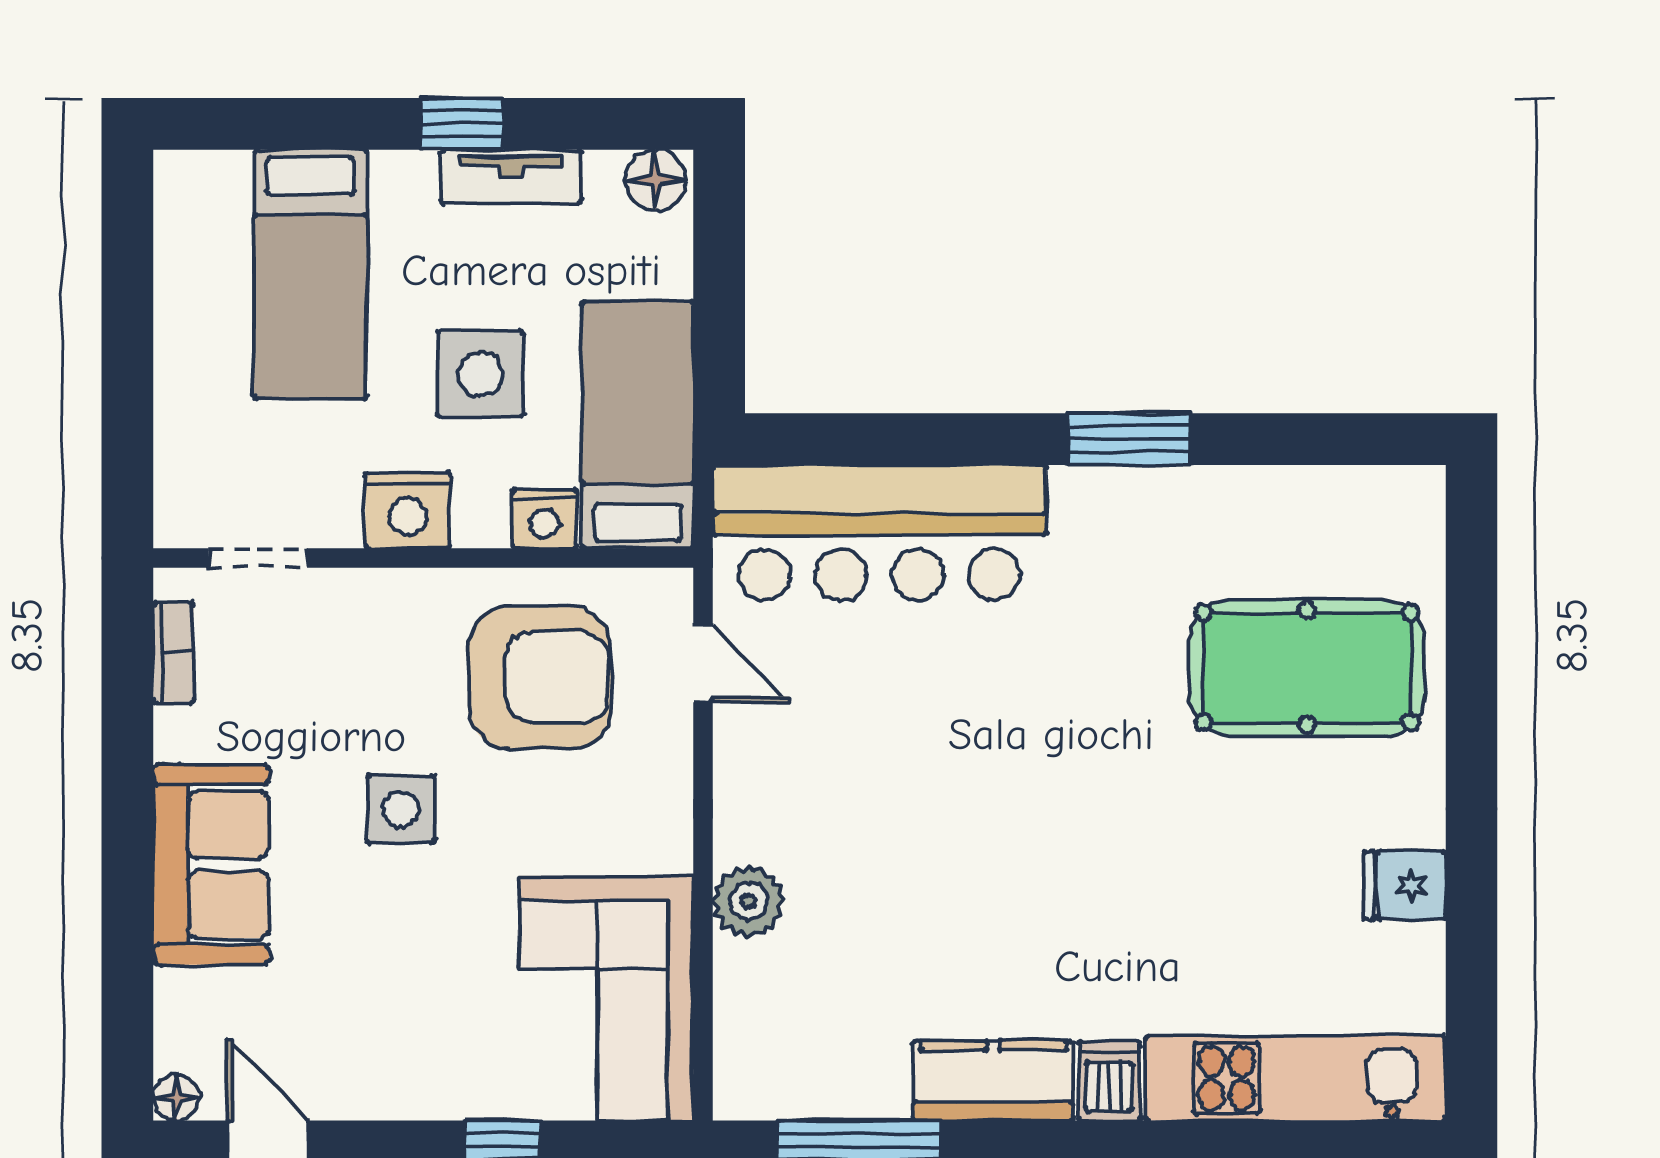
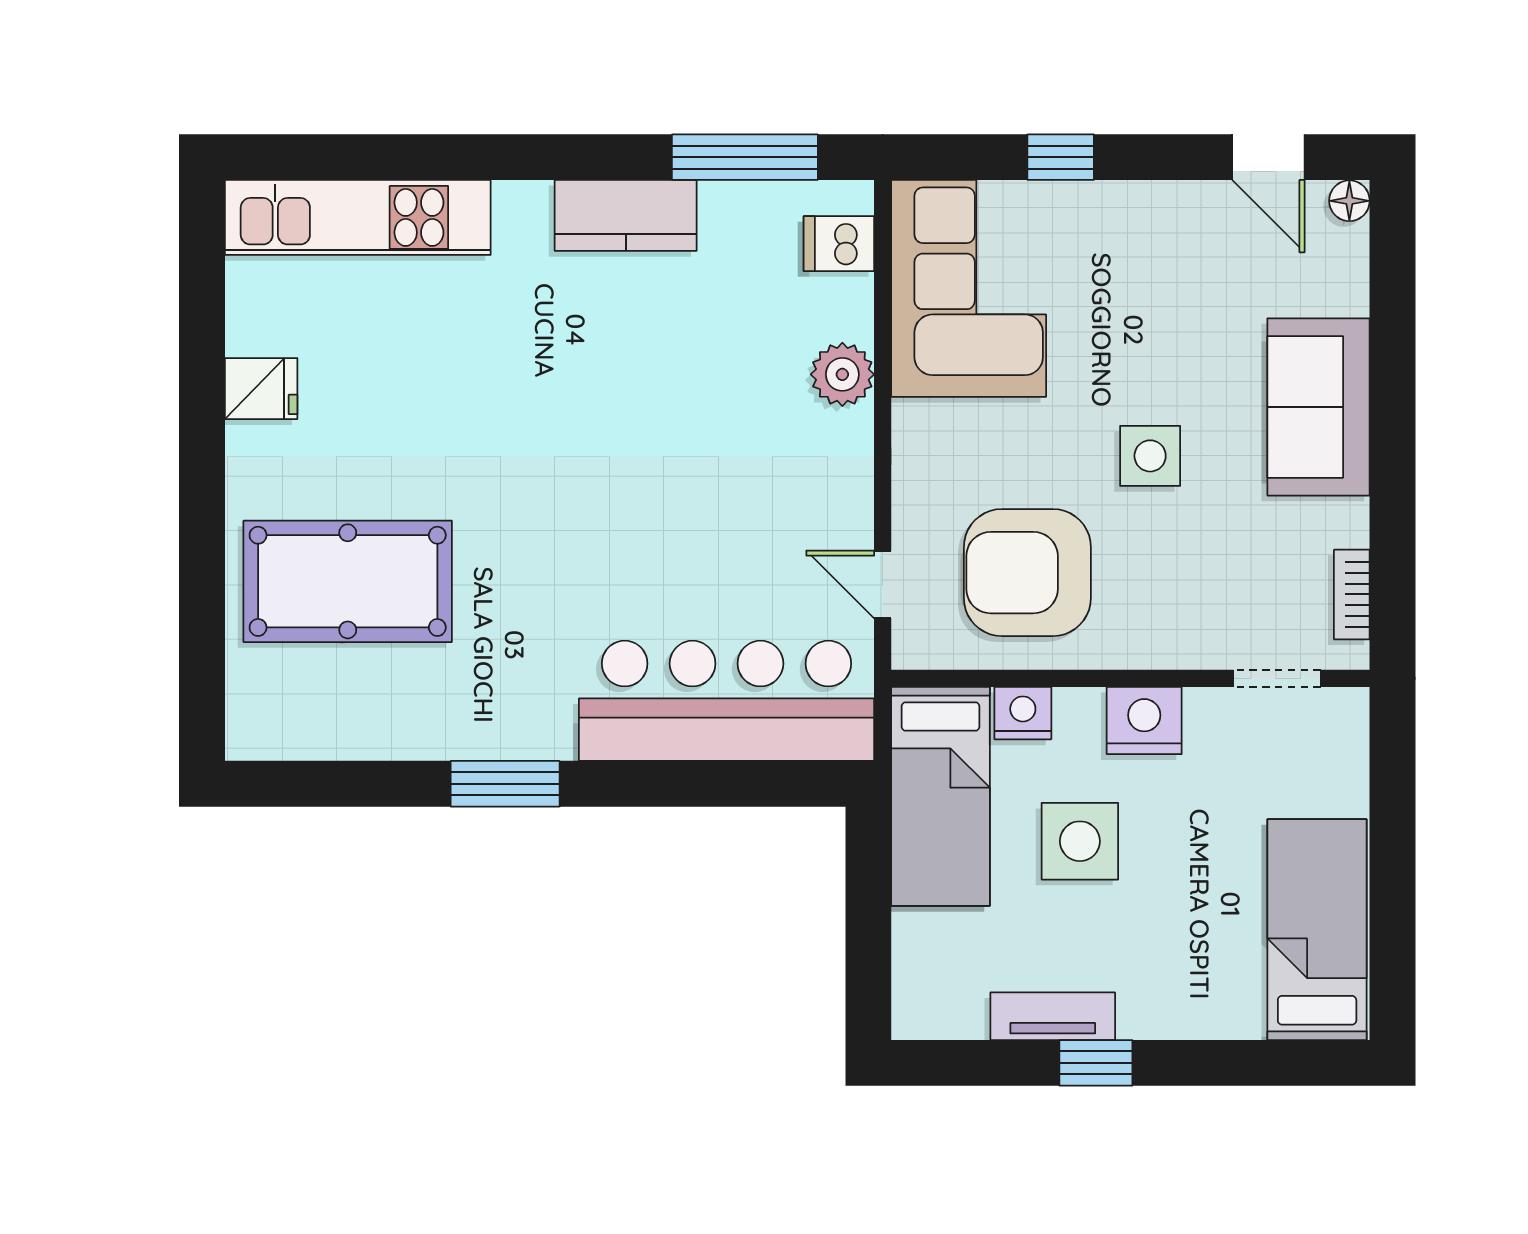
floor lamp: (656, 180) -> (925, 1013), removed
bed: (310, 274) -> (1317, 930), moved
dishwasher: (1109, 1081) -> (839, 244), moved, turned 90

